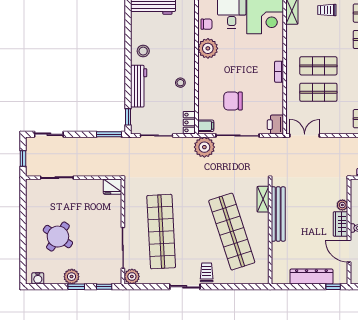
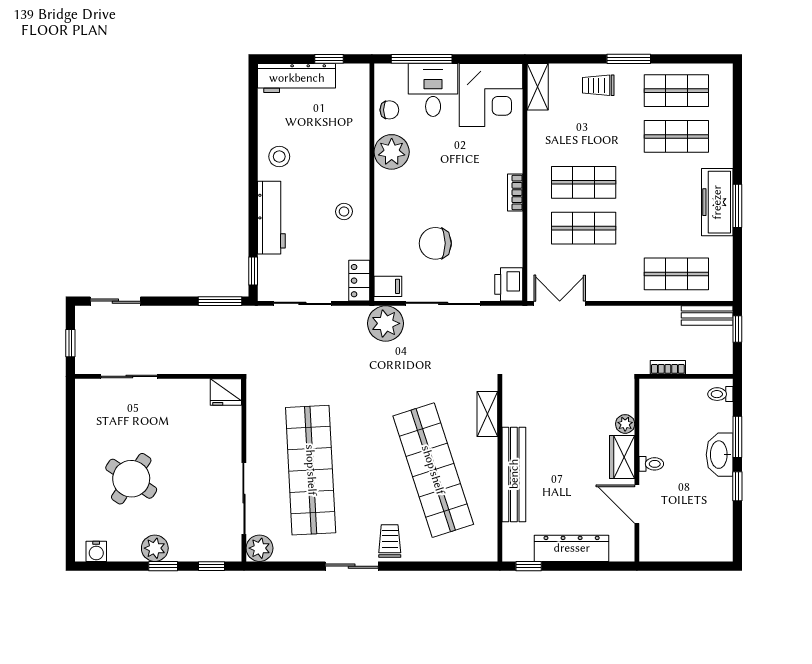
bench: (278, 214) -> (514, 474), moved
window: (333, 287) -> (529, 566), moved

